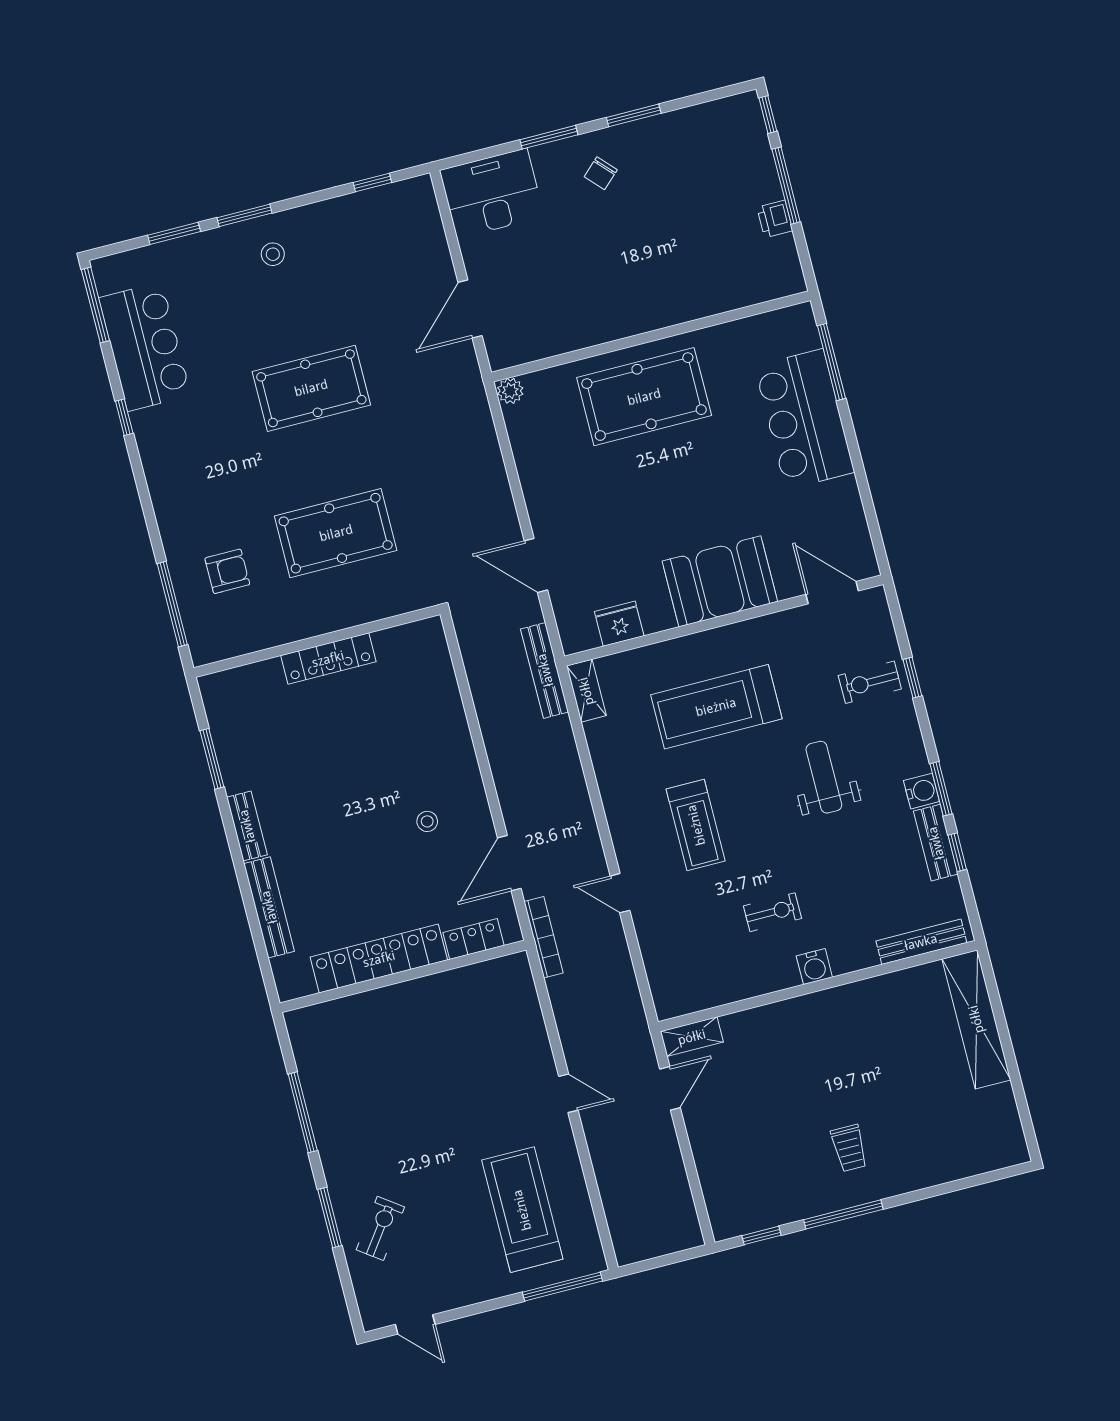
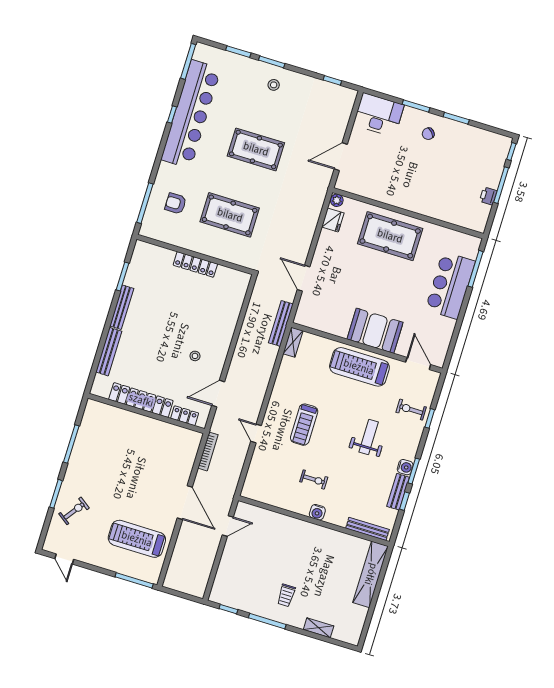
bar counter: (145, 347) -> (191, 114), width x1.86
armchair: (227, 571) -> (176, 203), turned 180
fridge: (619, 624) -> (333, 220), moved, turned 90
treadmill: (716, 707) -> (359, 367), moved
bench: (247, 826) -> (122, 307), width x1.36
bookcase: (544, 937) -> (208, 451), moved
shelving: (692, 1037) -> (319, 628), moved
door: (568, 1093) -> (185, 503), width x1.88
treadmill: (522, 1210) -> (137, 539), turned -90

